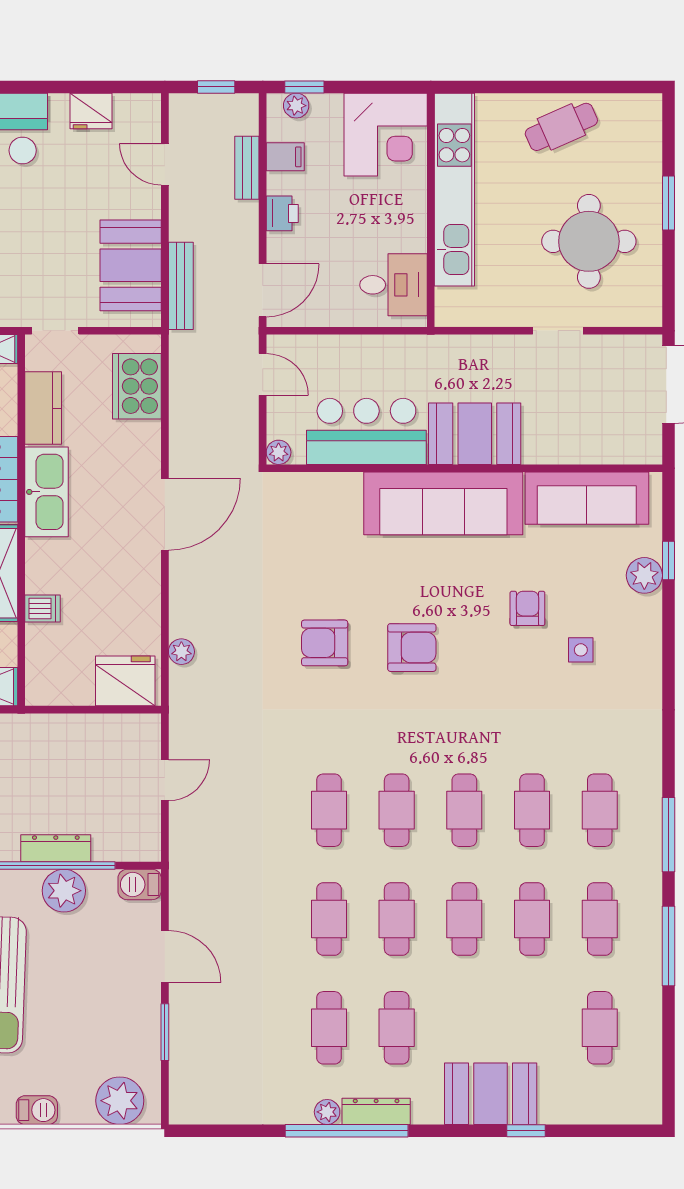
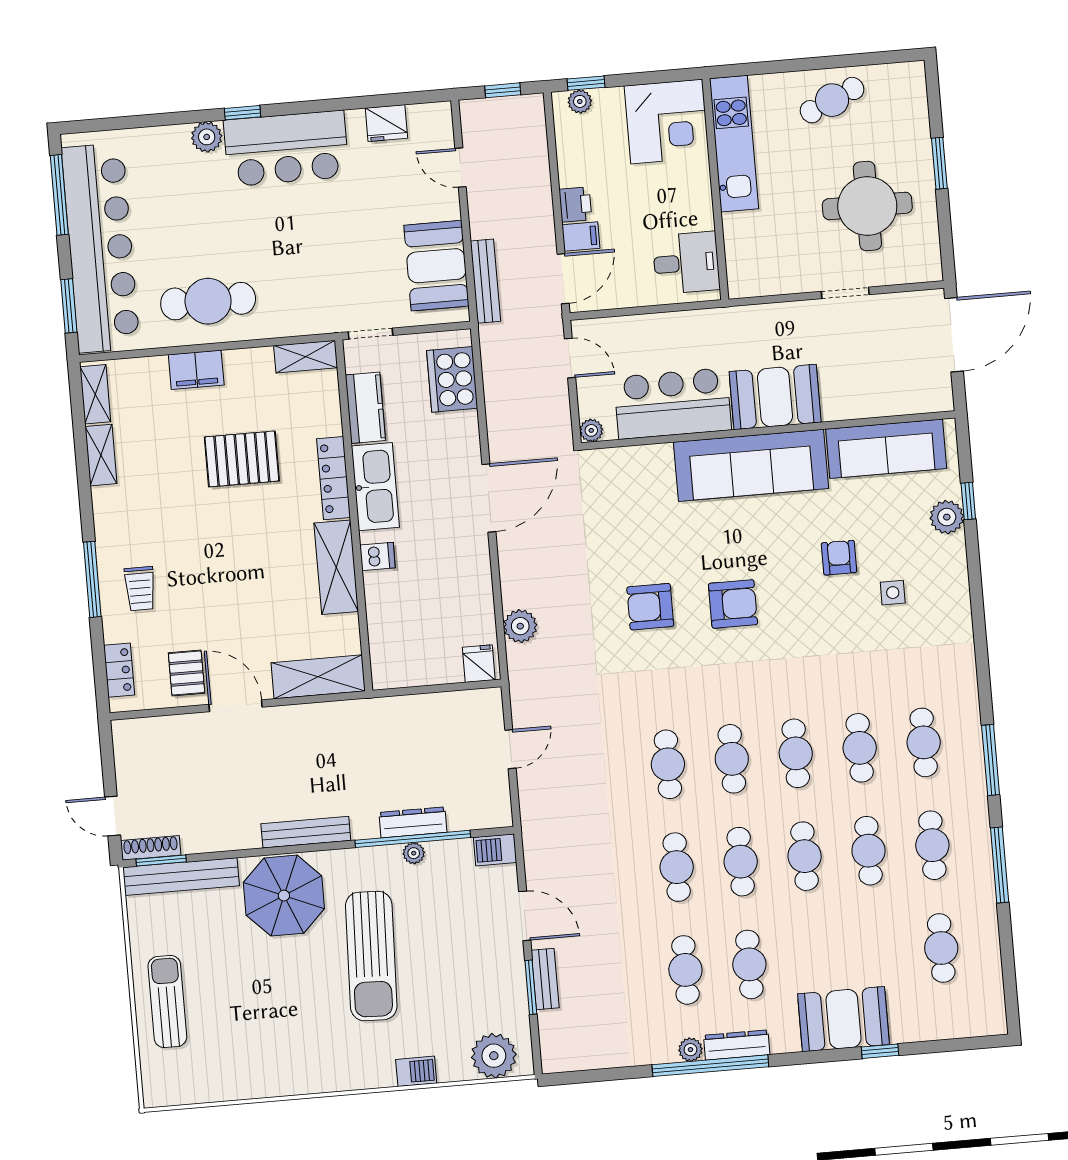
filing cabinet: (285, 157) -> (581, 236), moved
bench: (247, 168) -> (545, 979), moved
kitchen unit: (454, 190) -> (734, 144), width x0.73
dishwasher: (43, 608) -> (377, 556), moved
plant: (181, 652) -> (520, 626), width x1.38, depth x1.38
fridge: (125, 681) -> (479, 664), width x0.53, depth x0.75
plant: (64, 891) -> (414, 853), width x0.53, depth x0.53

